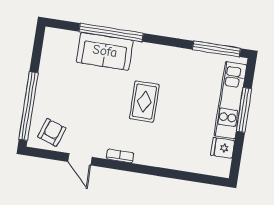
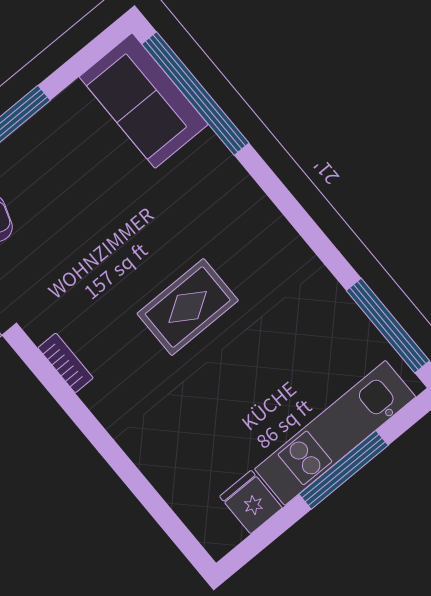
window: (111, 32) -> (195, 94), moved
sofa: (105, 51) -> (144, 101), moved

